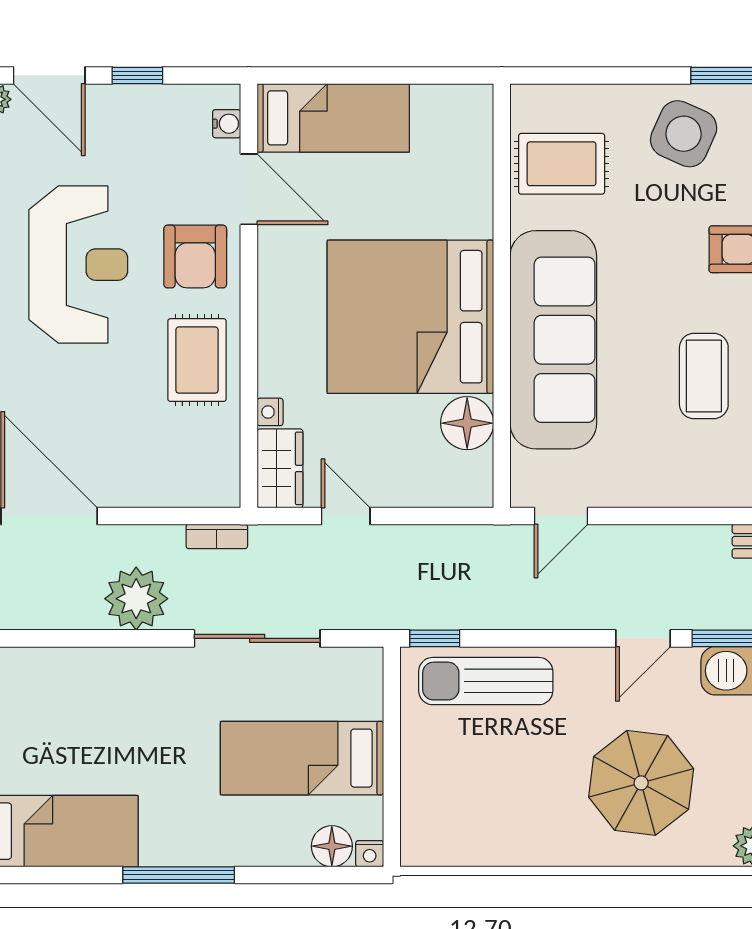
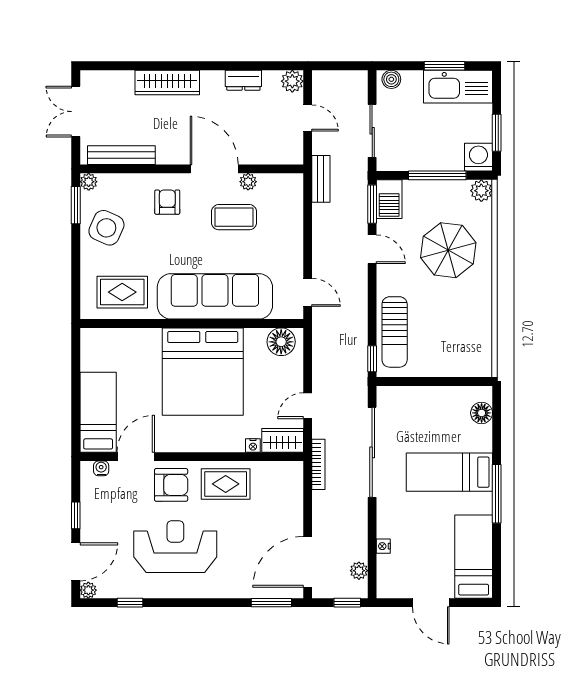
rug: (562, 164) -> (122, 292), turned 90
floor lamp: (467, 423) -> (281, 342), moved
bookcase: (217, 536) -> (318, 464), width x1.56
plant: (136, 599) -> (359, 571), moved, width x0.53, depth x0.53
sliding door: (257, 638) -> (372, 452), width x1.36
bed: (302, 758) -> (449, 472), moved, turned 90
nightstand: (370, 854) -> (383, 546), moved, turned 180

